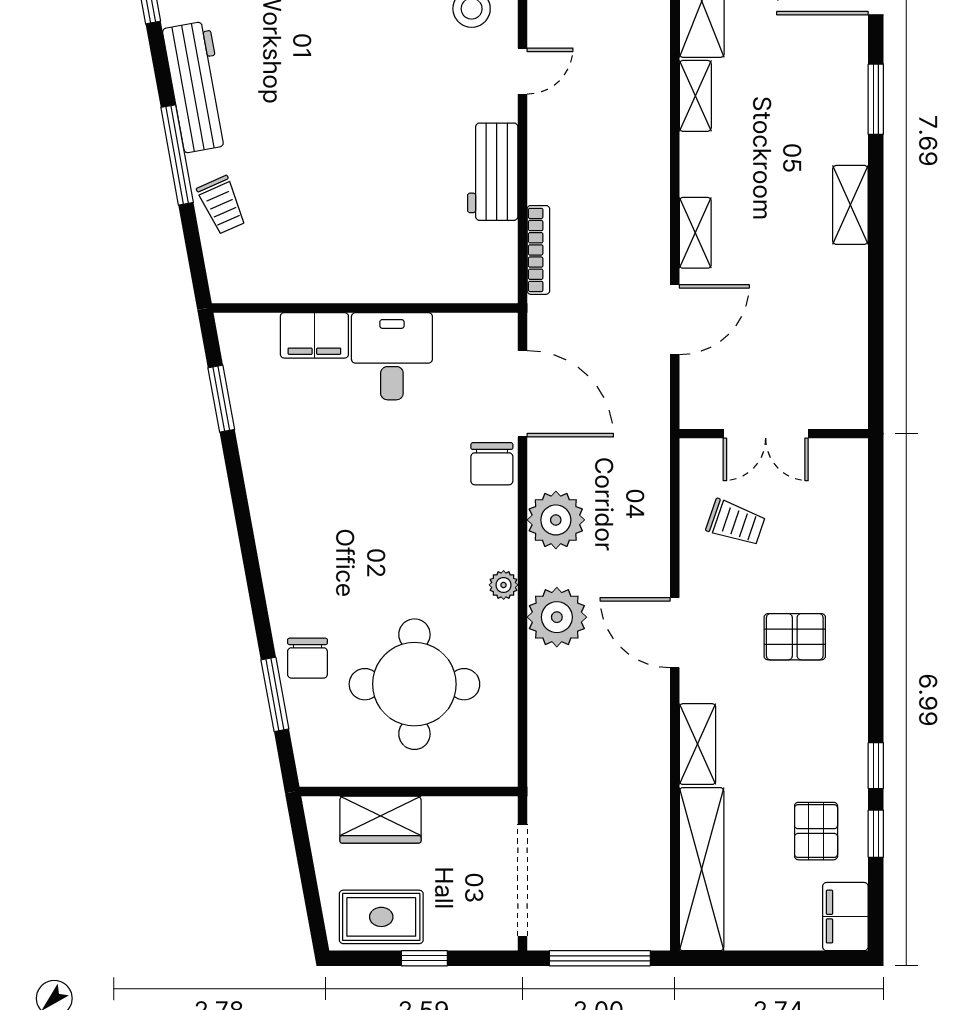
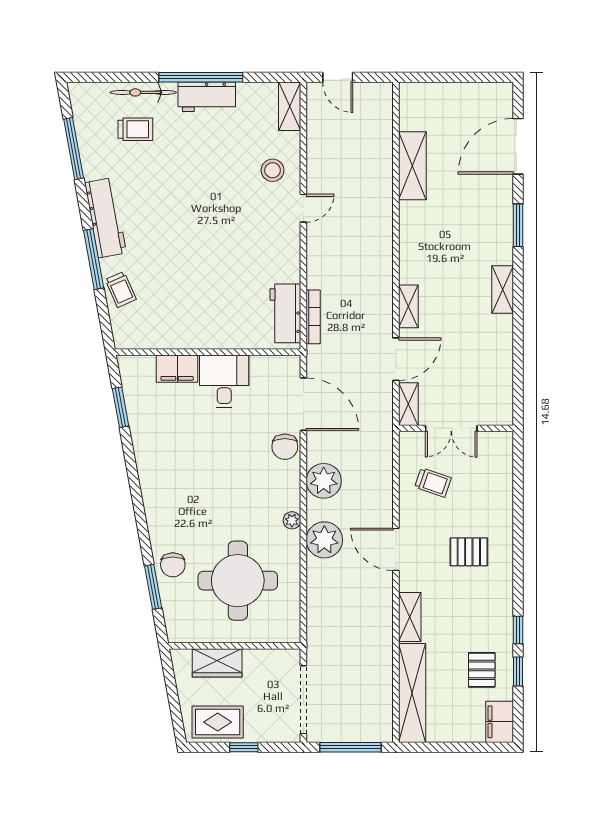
shelving: (695, 96) -> (408, 404), moved
workbench: (493, 172) -> (285, 313), moved

